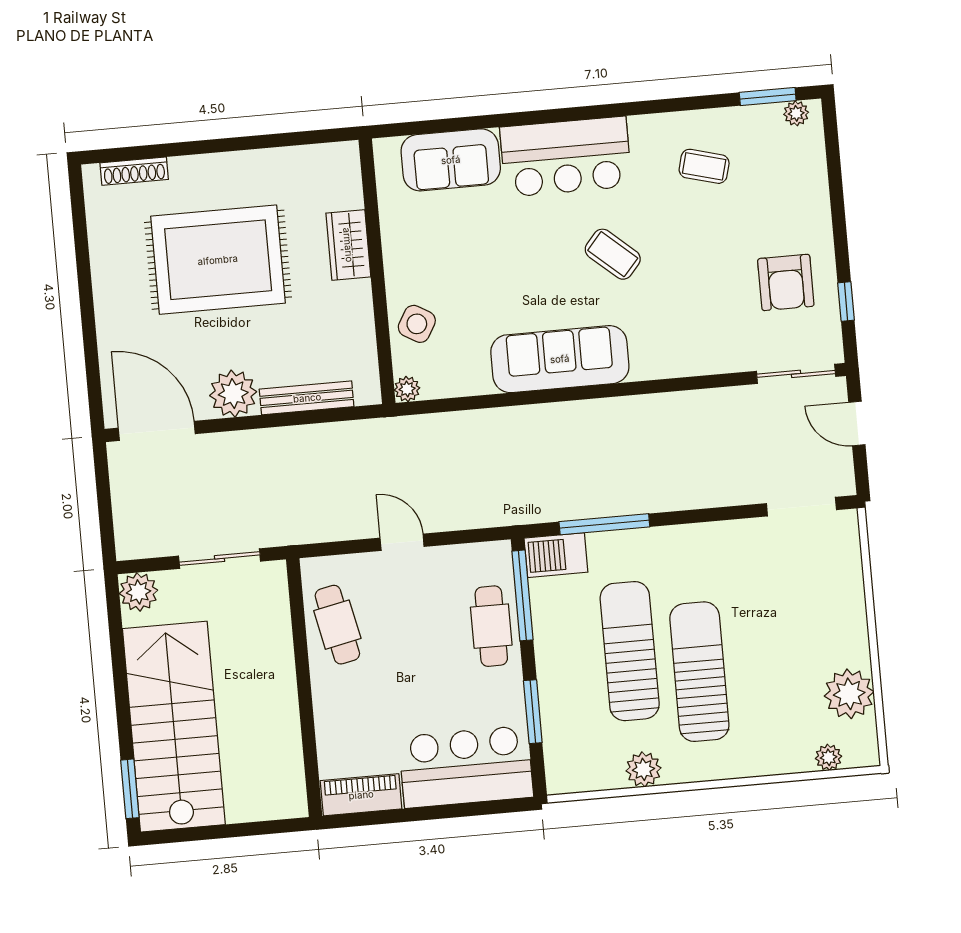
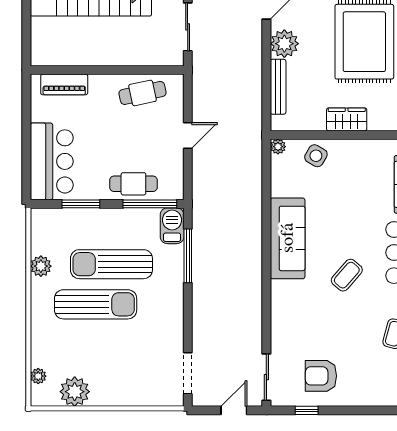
wardrobe: (348, 245) -> (347, 119), moved
sun lounger: (630, 651) -> (111, 264), turned 180
piano: (361, 795) -> (64, 84), moved, turned 90

